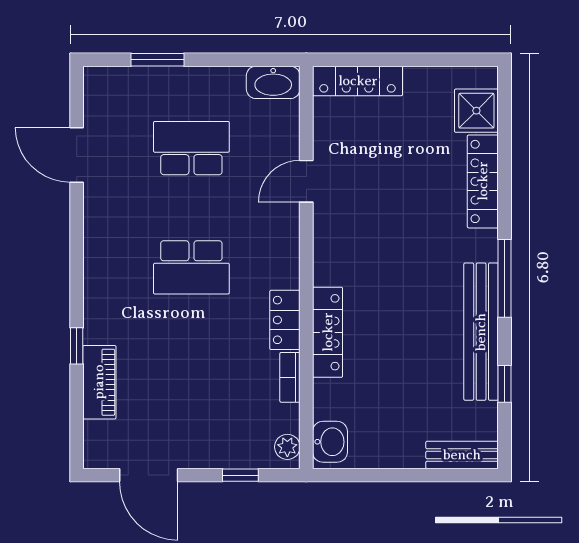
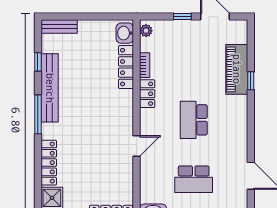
door: (306, 181) -> (137, 146), moved
school desk: (191, 267) -> (194, 120), turned -90
locker: (328, 332) -> (126, 67), moved
piano: (99, 382) -> (237, 69), width x1.37, depth x1.33
window: (240, 475) -> (182, 17), moved

